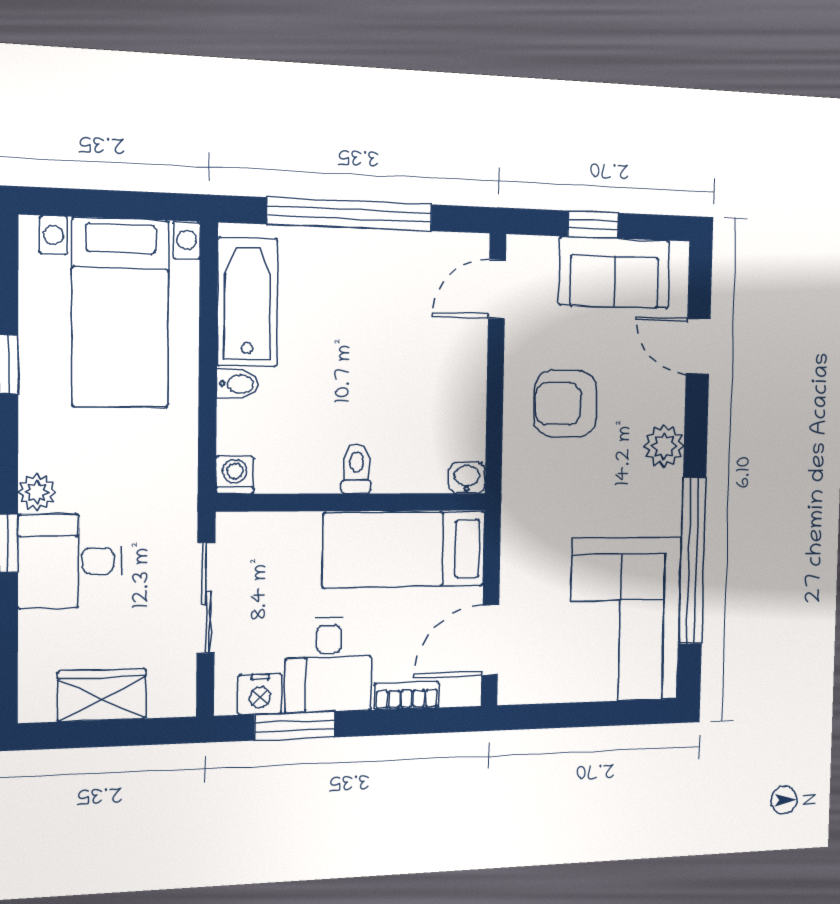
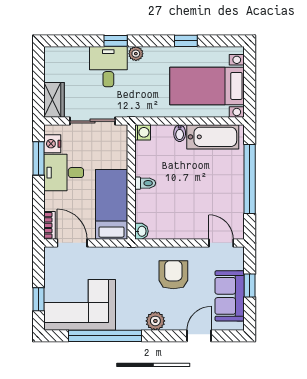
wardrobe: (102, 695) -> (54, 100), moved
bookcase: (407, 696) -> (50, 225), moved
window: (612, 713) -> (38, 299), added

